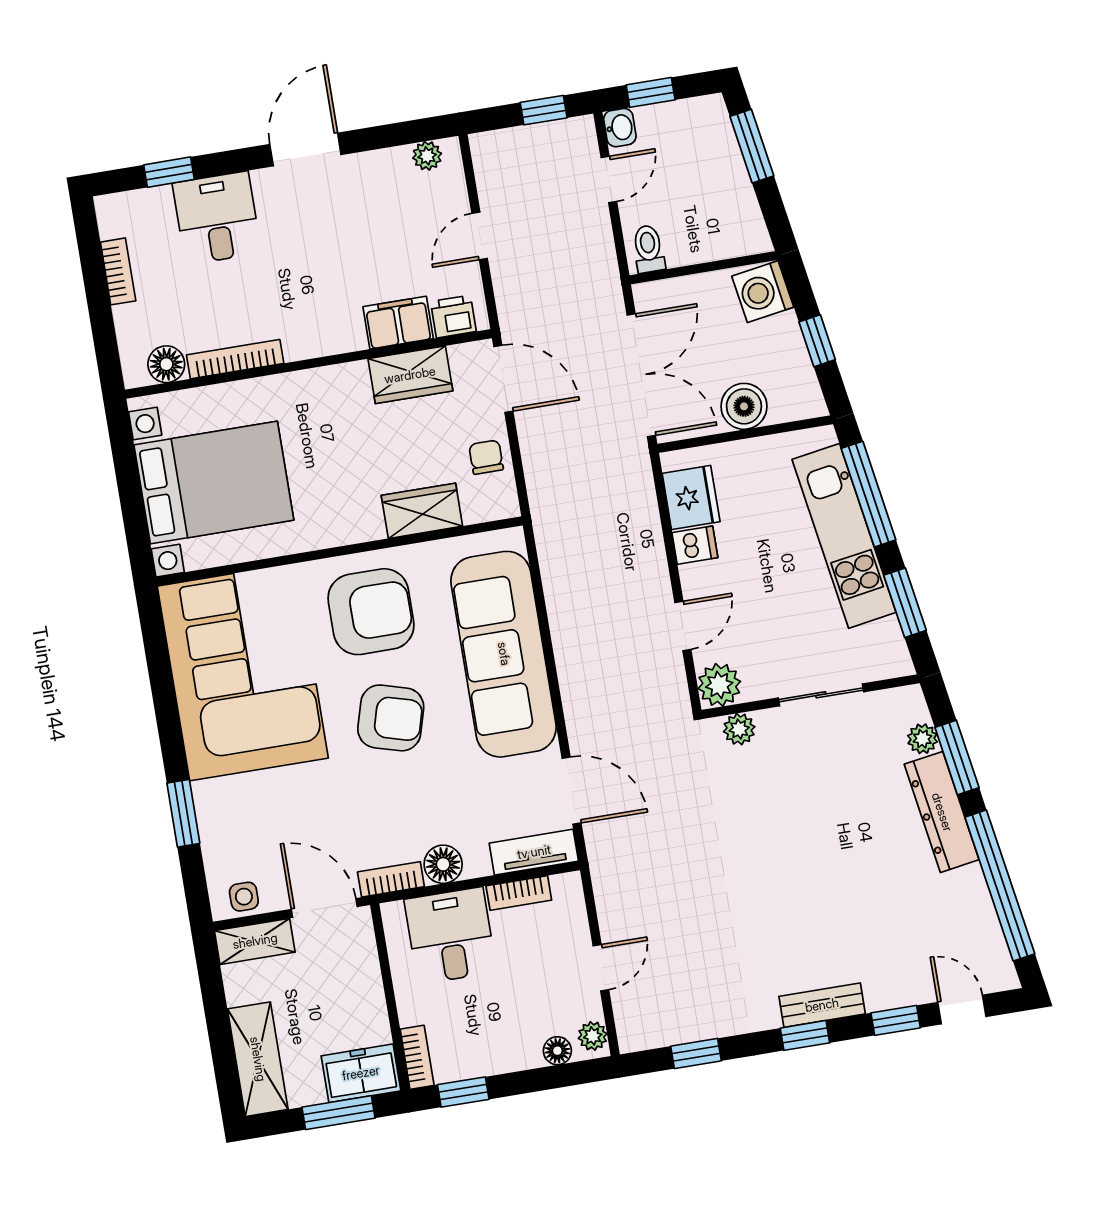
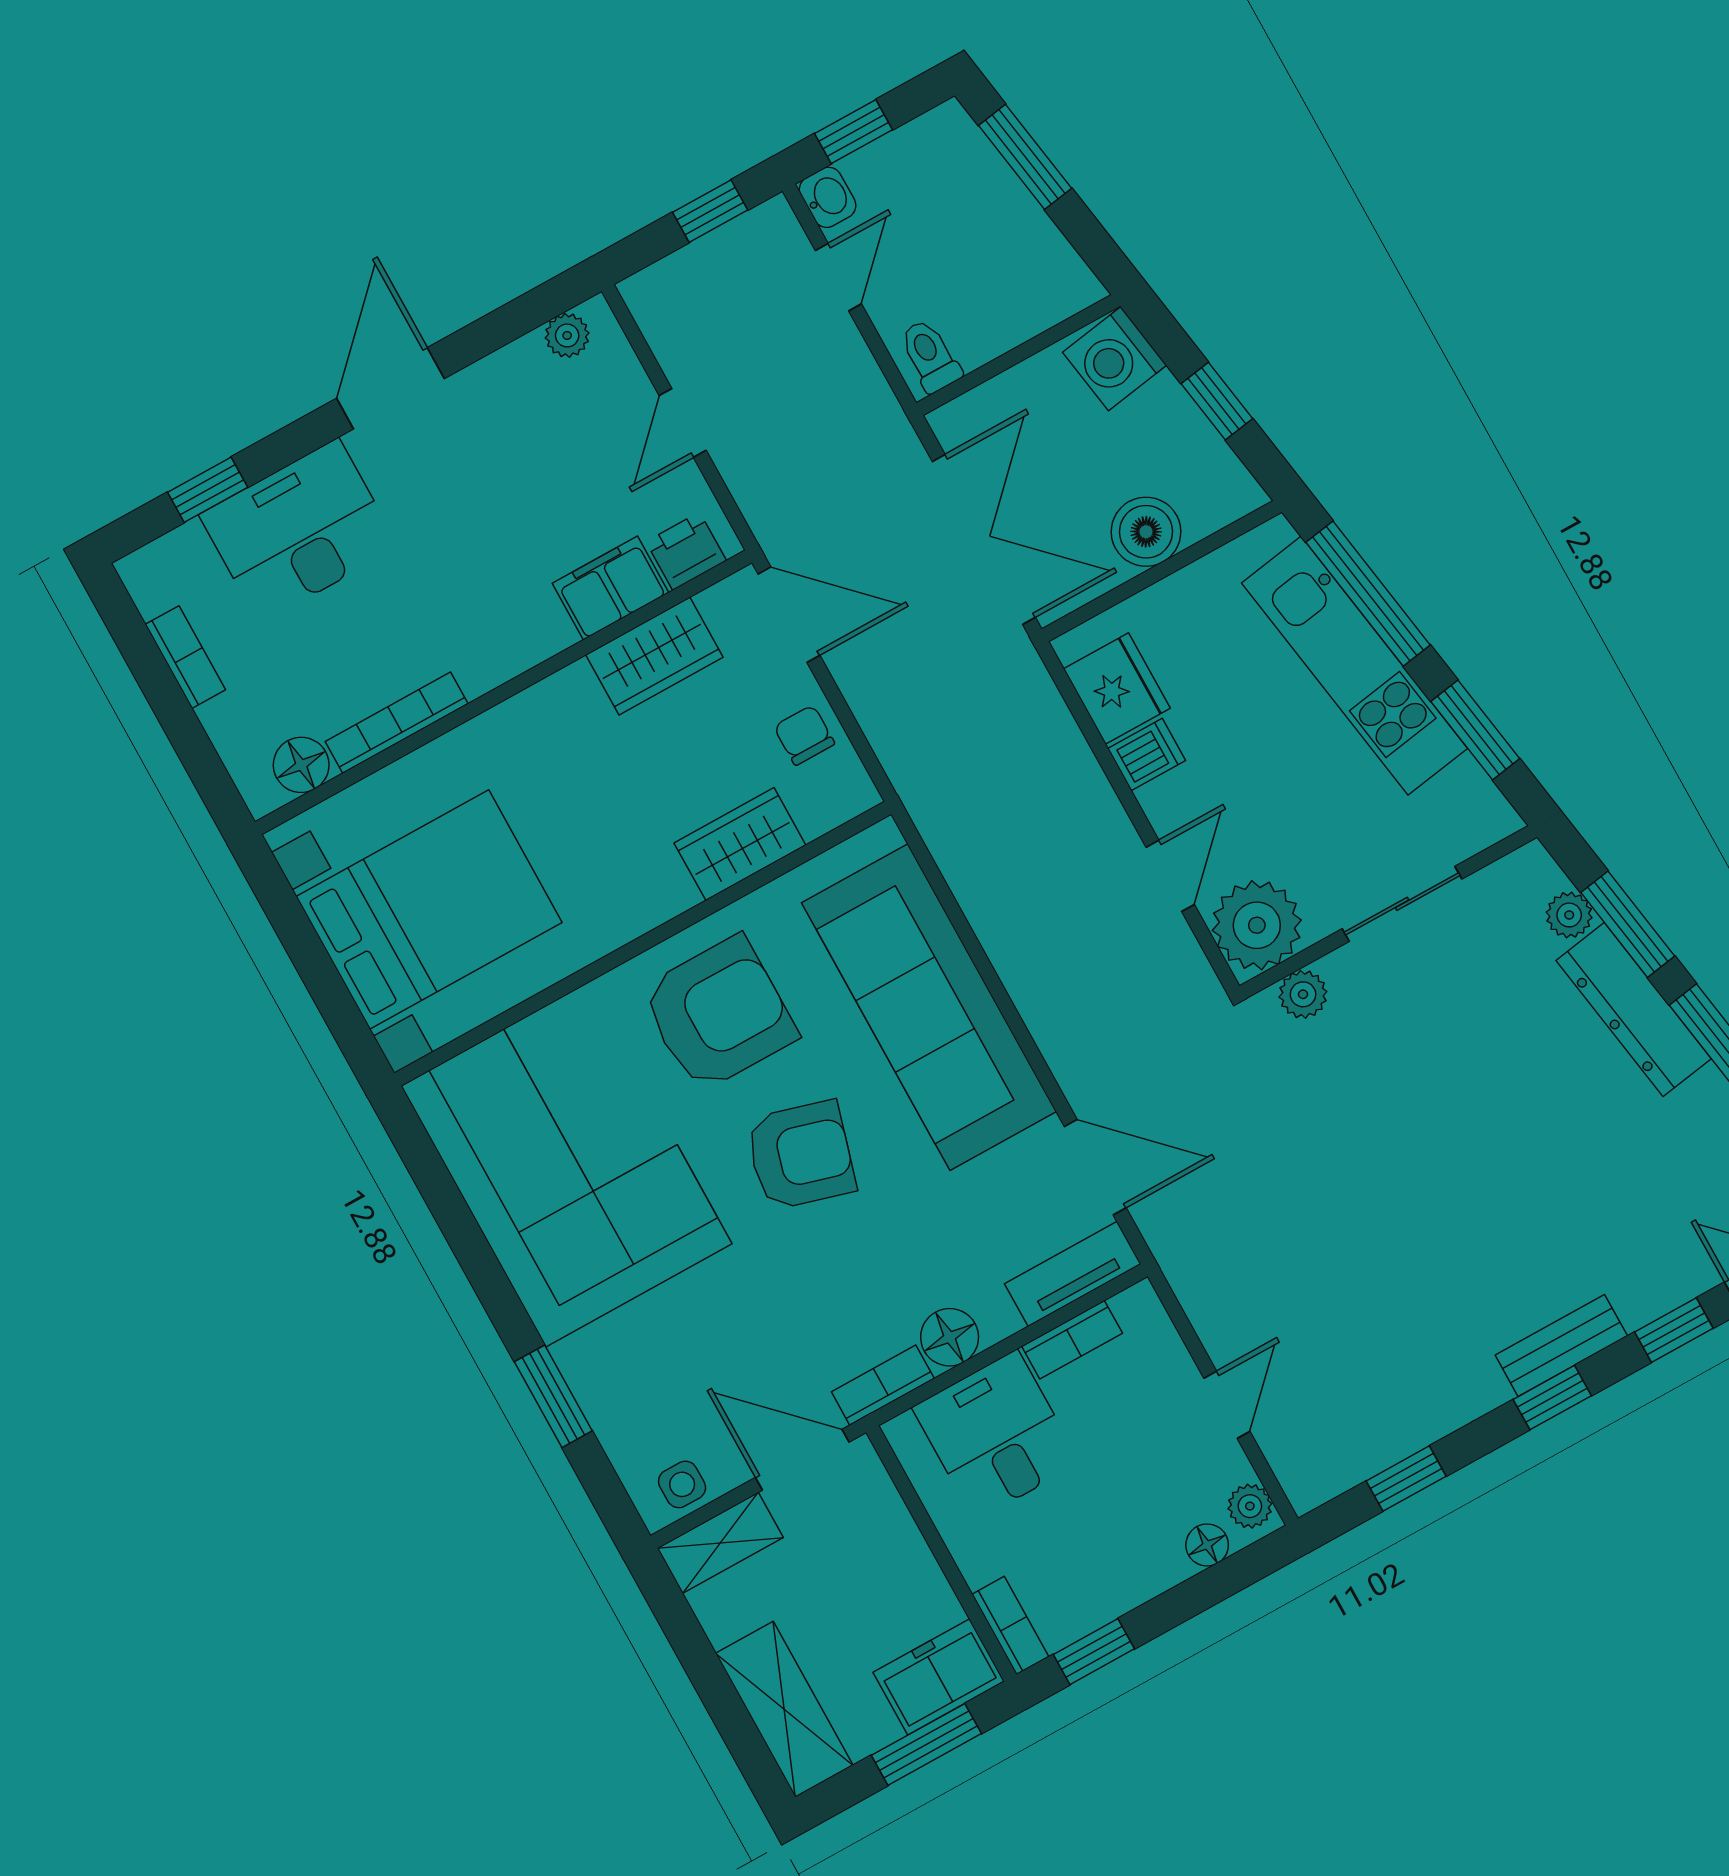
desk: (217, 218) -> (299, 531), width x1.37
plant: (719, 685) -> (1257, 925), width x1.36, depth x1.36

